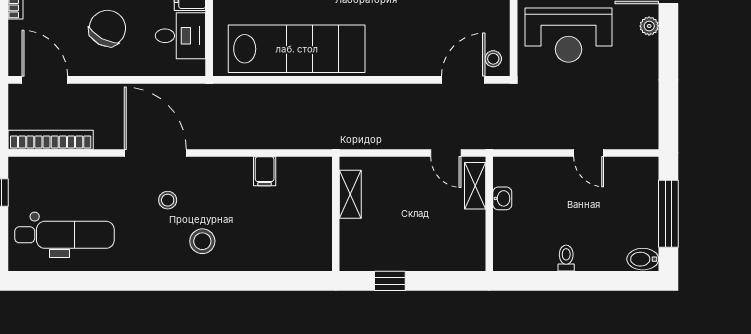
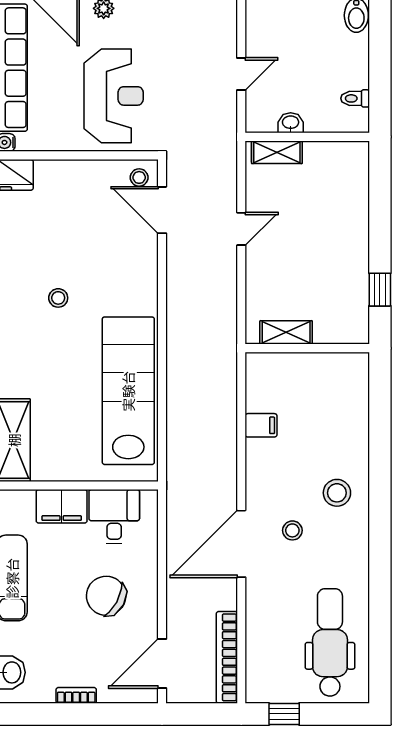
shelving: (475, 186) -> (277, 152), moved
washbasin: (502, 198) -> (291, 123), moved
wall: (489, 214) -> (307, 137), moved

